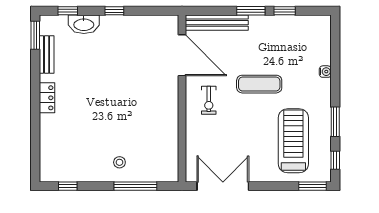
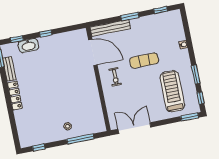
window: (285, 11) -> (161, 10), moved
locker: (47, 98) -> (15, 95), width x1.53

